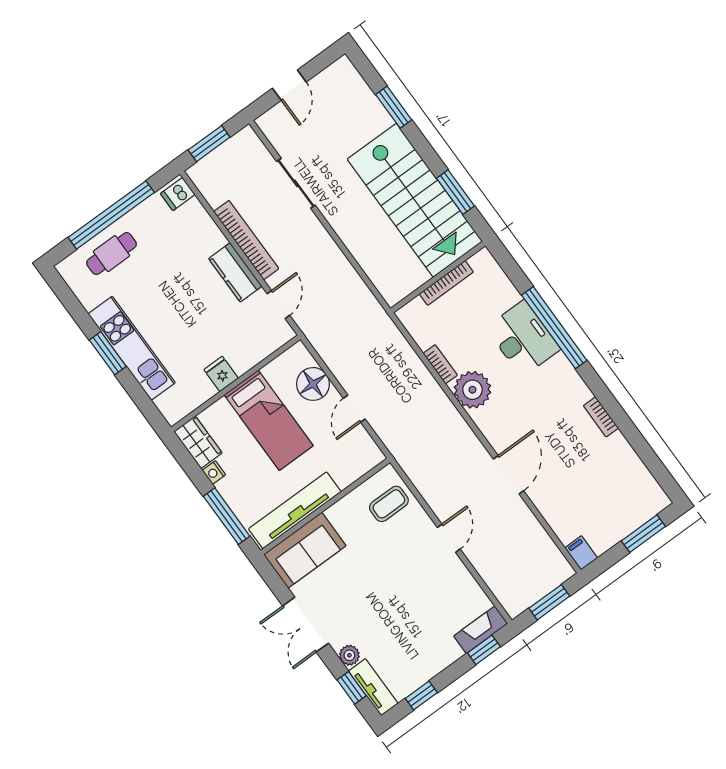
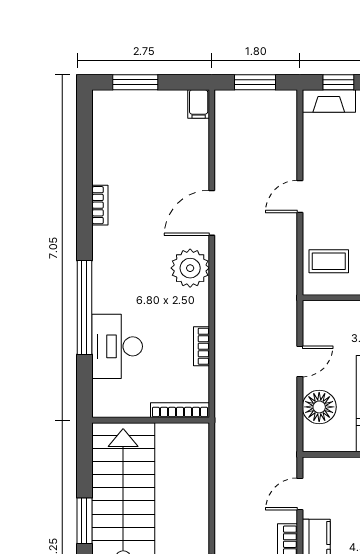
window: (455, 192) -> (84, 521), moved
bookcase: (446, 283) -> (180, 410), moved
desk: (523, 339) -> (117, 346), moved
plant: (472, 390) -> (190, 268), moved

